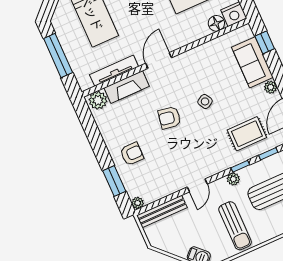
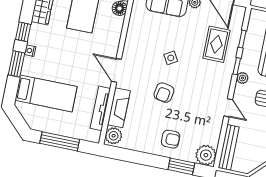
armchair: (132, 154) -> (171, 139), turned 90
plant: (138, 203) -> (206, 155), width x1.88, depth x1.88

